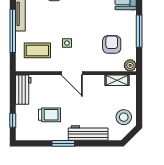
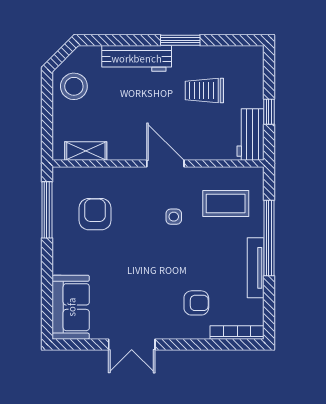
window: (139, 31) -> (47, 210), moved
armchair: (112, 44) -> (95, 214), turned 180
plant: (130, 65) -> (63, 177), removed
window: (13, 120) -> (269, 112), moved

